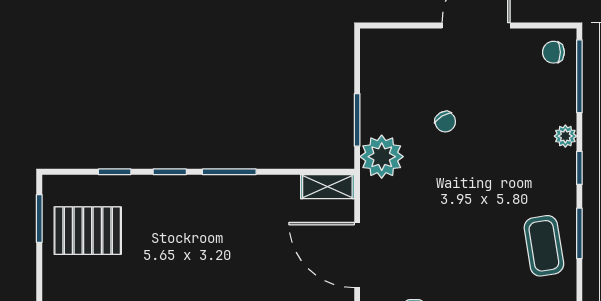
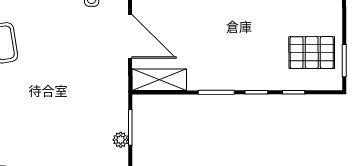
chair: (445, 122) -> (71, 126), removed
plant: (382, 157) -> (121, 140), moved, width x0.53, depth x0.53
shelving: (327, 187) -> (159, 80), width x1.50, depth x1.33

